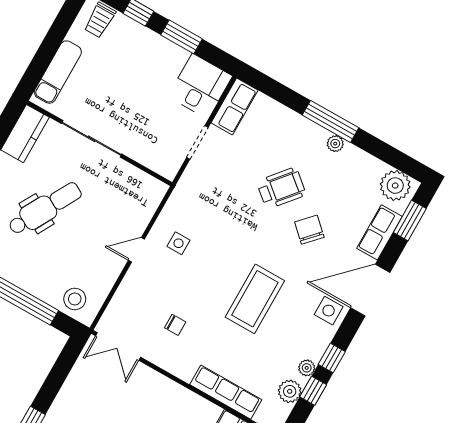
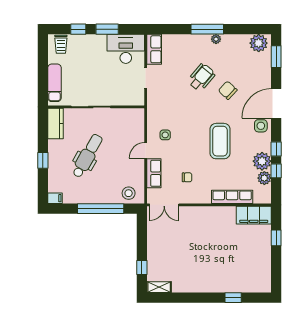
desk: (200, 86) -> (126, 49), width x1.37
row of seats: (379, 232) -> (154, 173), moved, turned 180
plant: (307, 368) -> (262, 161), width x1.87, depth x1.87

